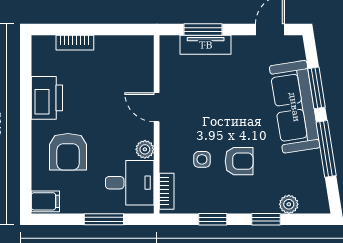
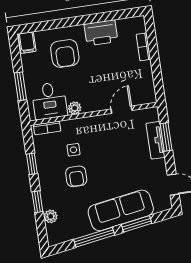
door: (157, 107) -> (121, 110), moved
armchair: (68, 152) -> (65, 53), turned -90

